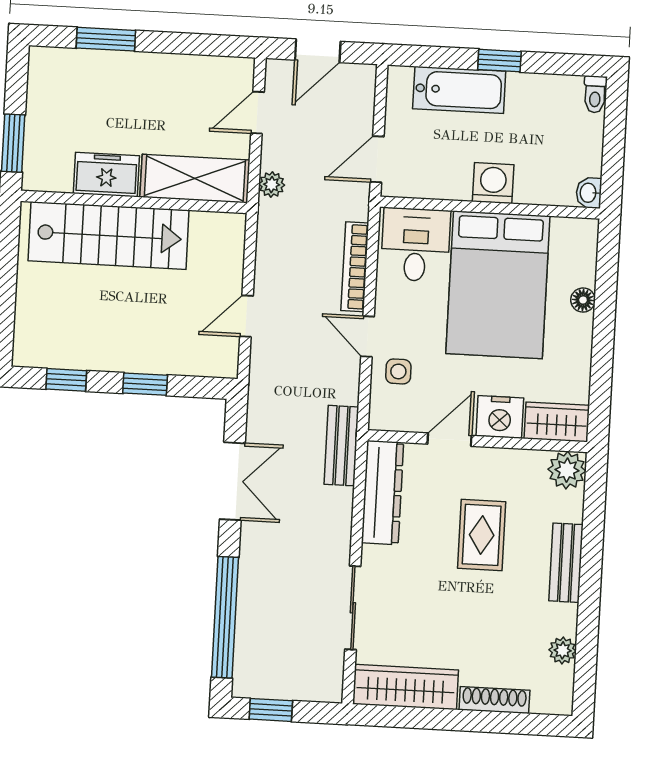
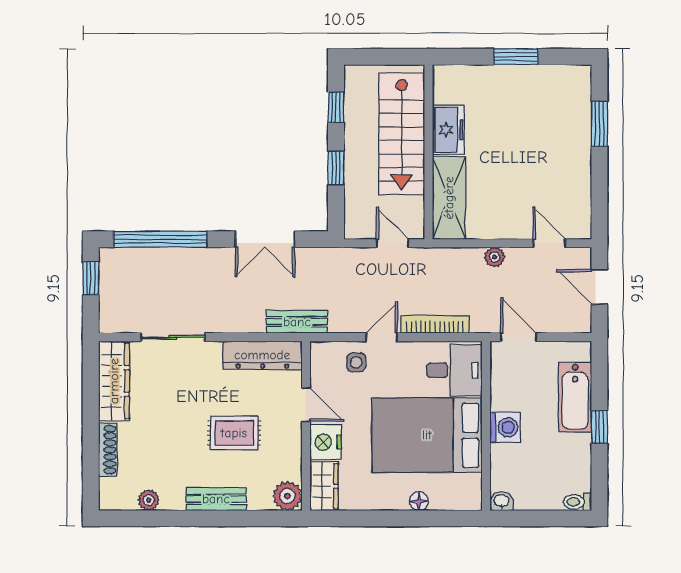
freezer: (106, 175) -> (448, 130), moved
shelving: (195, 179) -> (449, 198), moved
wall: (134, 202) -> (429, 152), moved
stairs: (109, 236) -> (402, 134), moved

